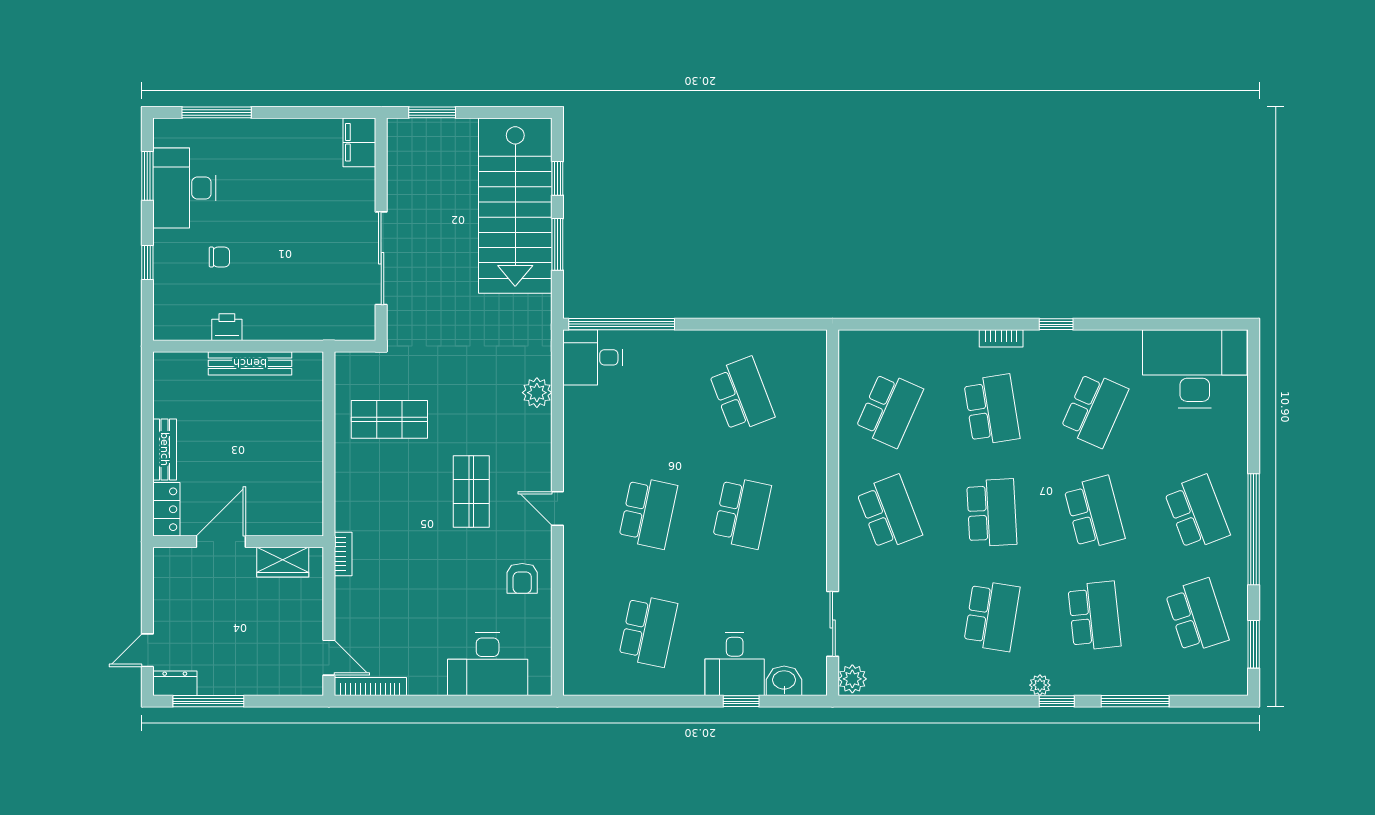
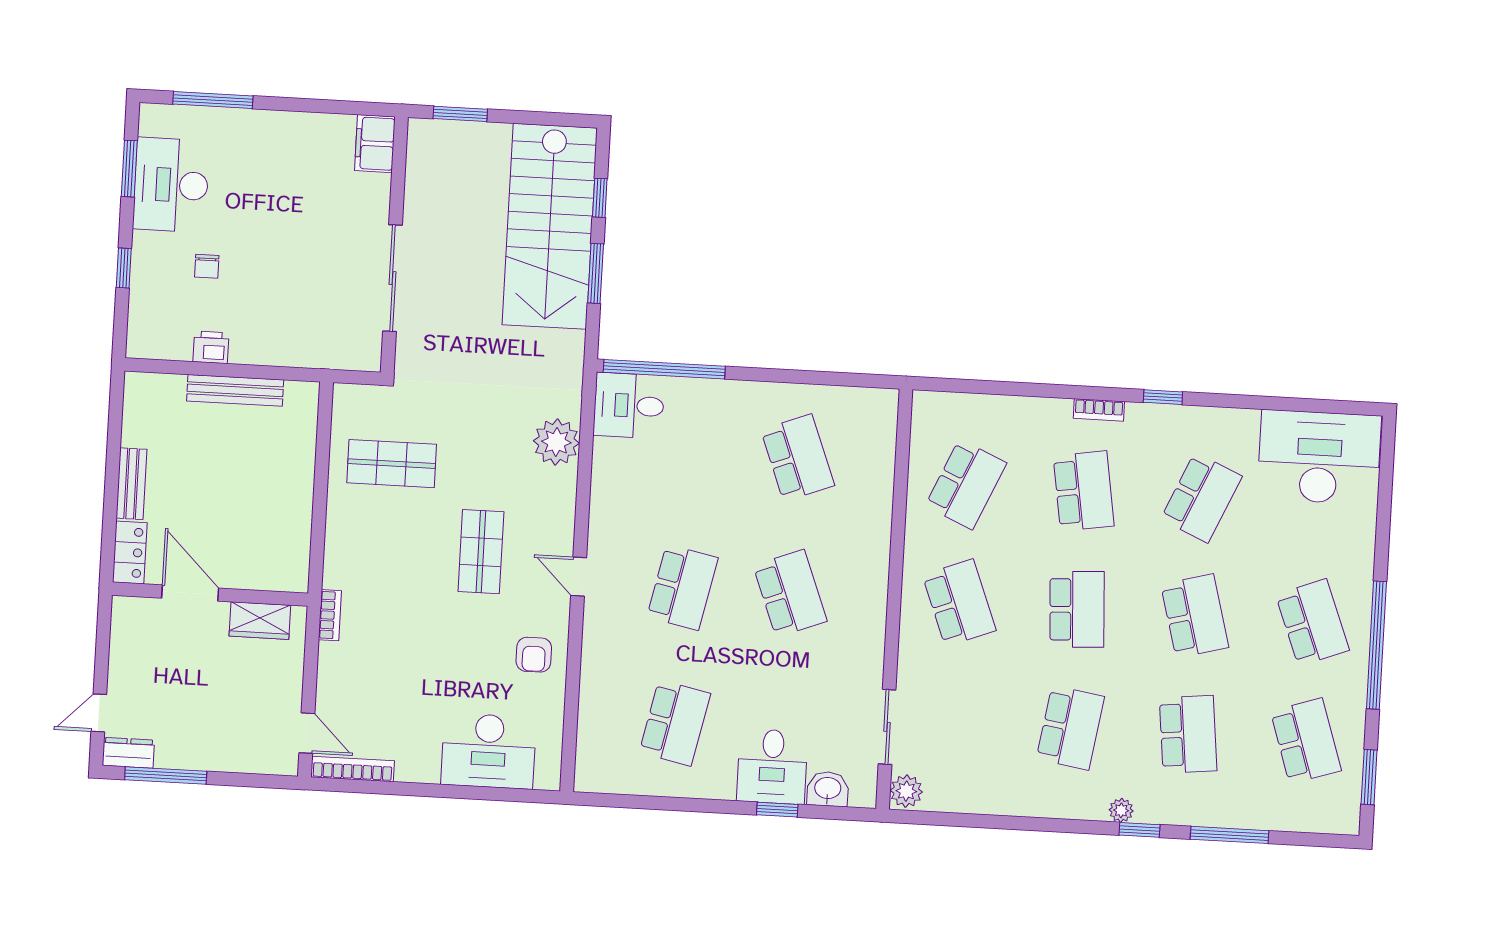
chair: (219, 257) -> (207, 266), turned 90
plant: (537, 393) -> (556, 442), width x1.36, depth x1.36
school desk: (742, 513) -> (790, 593), turned -33
door: (221, 542) -> (190, 593), hinge flipped

